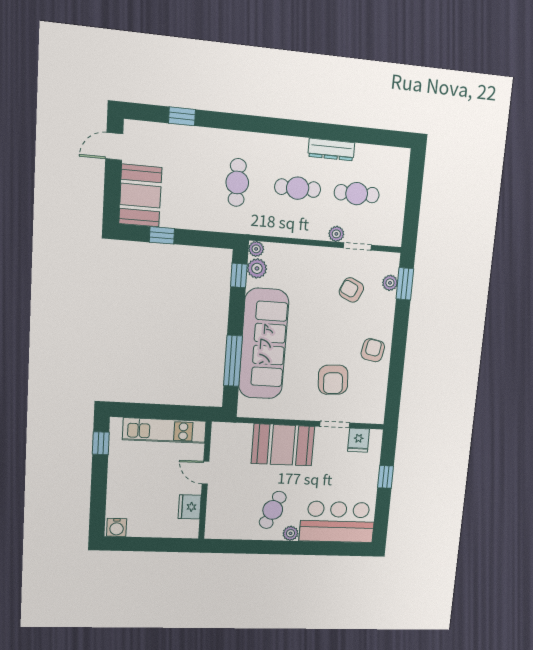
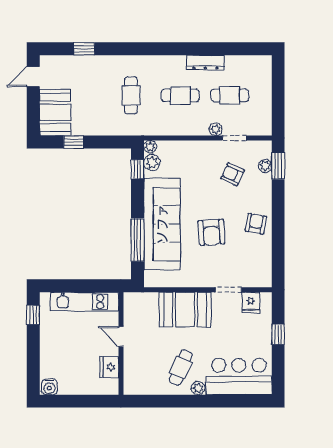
armchair: (333, 380) -> (212, 232), moved

